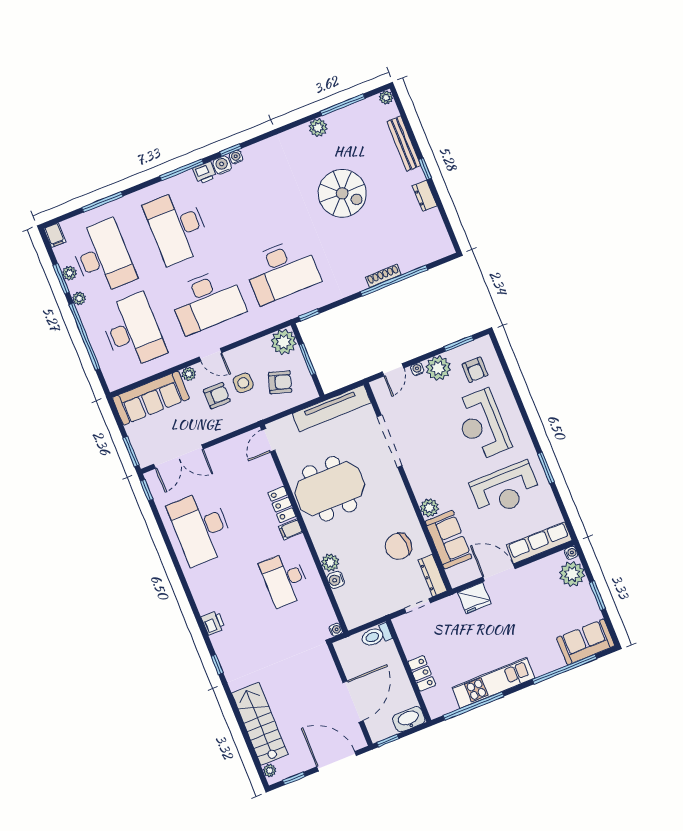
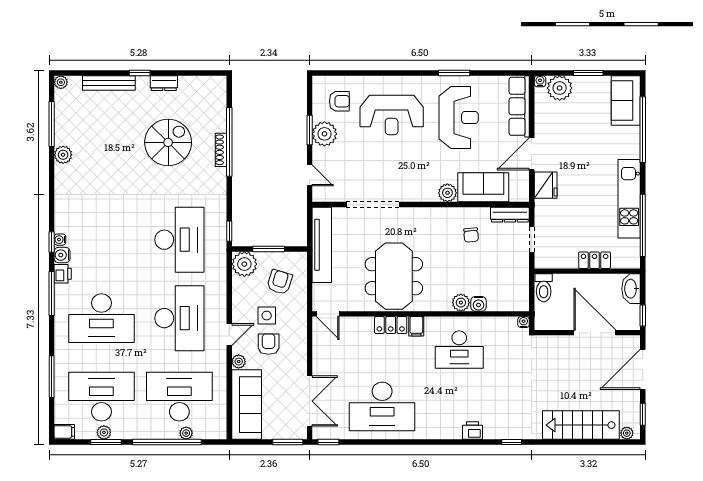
spiral stairs: (342, 193) -> (168, 142), moved
plant: (79, 298) -> (186, 433), moved
window: (459, 343) -> (310, 130), moved
water cooler: (417, 369) -> (318, 153), removed
chair: (398, 546) -> (471, 235), width x0.54, depth x0.54

